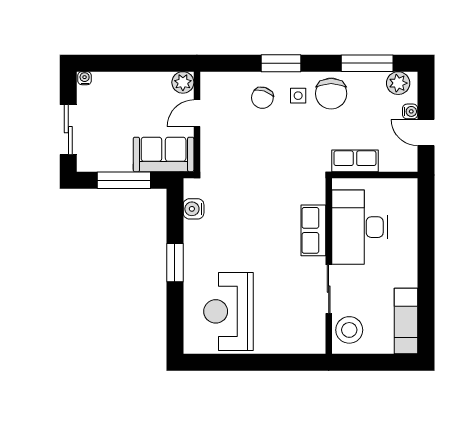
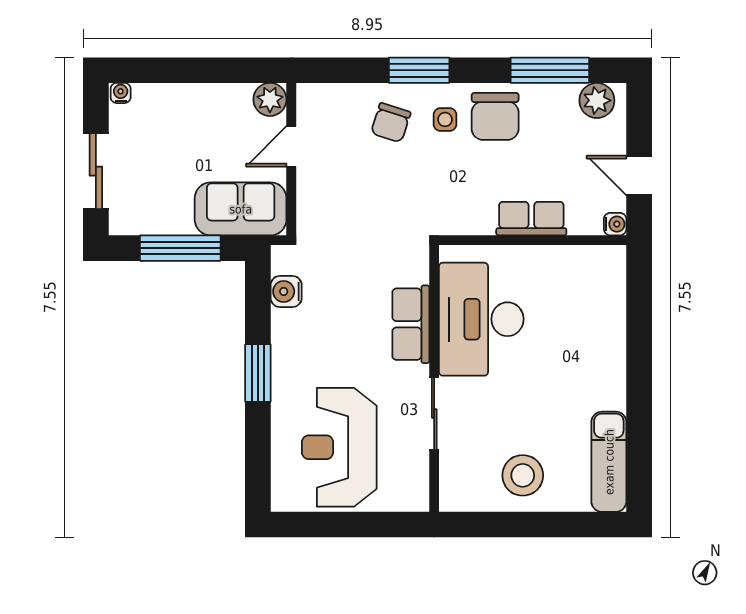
water cooler: (410, 111) -> (615, 224), moved
desk: (360, 227) -> (481, 319), moved
row of seats: (313, 230) -> (411, 324), moved
wall: (329, 266) -> (434, 378), moved
sliding door: (329, 289) -> (434, 413), moved

